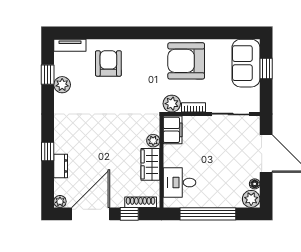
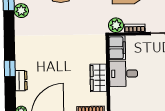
plant: (153, 141) -> (101, 57), removed
desk: (179, 183) -> (123, 74), moved

